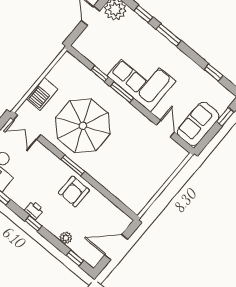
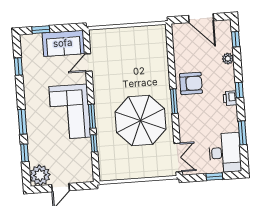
barbecue: (42, 94) -> (146, 169), removed

